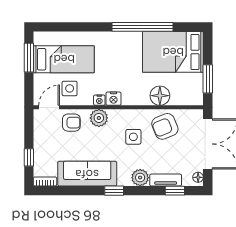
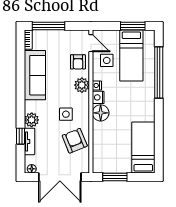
window: (143, 27) -> (159, 72), moved
bed: (173, 52) -> (143, 148), width x0.67
floor lamp: (160, 96) -> (101, 113), moved
window: (29, 157) -> (49, 26), width x2.17
window: (114, 191) -> (21, 98), removed
window: (175, 191) -> (21, 136), moved

